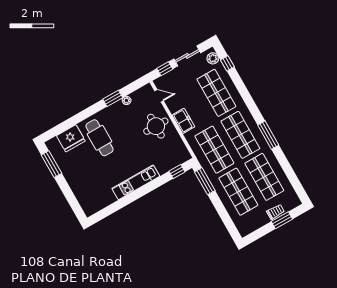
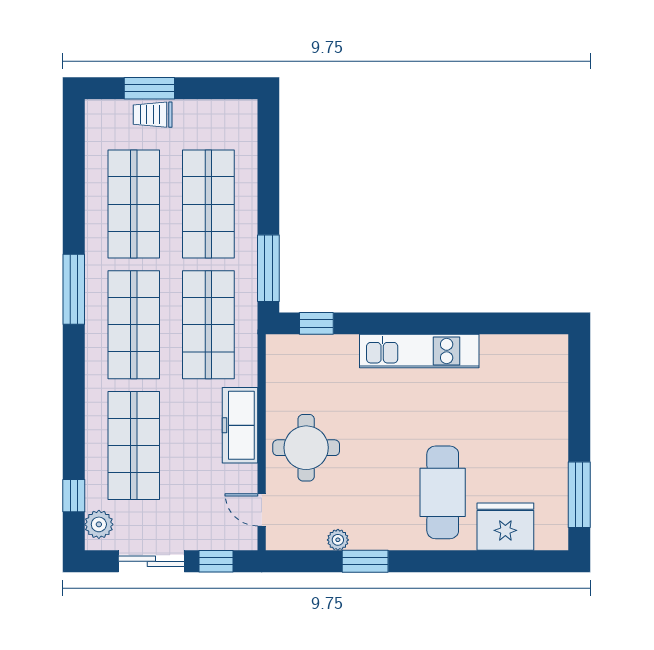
freezer: (183, 121) -> (240, 425), width x1.40

